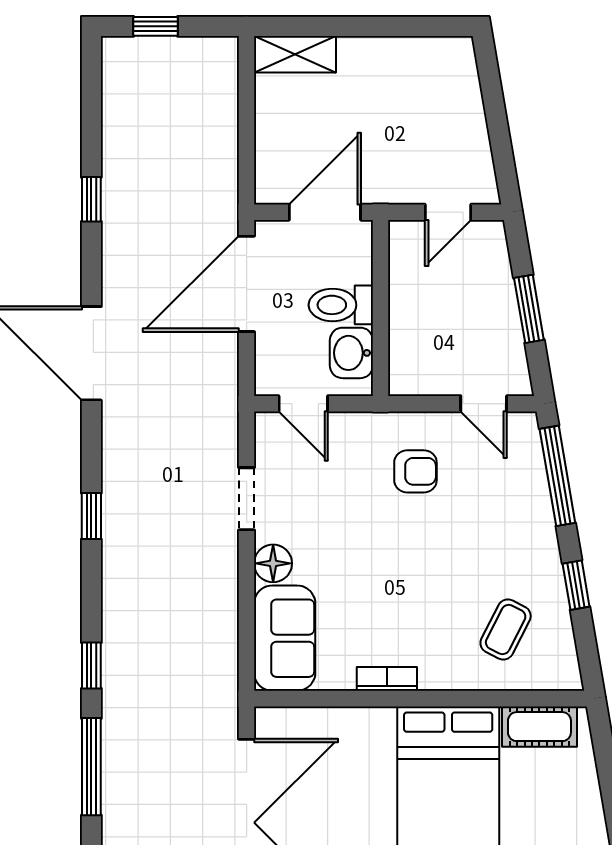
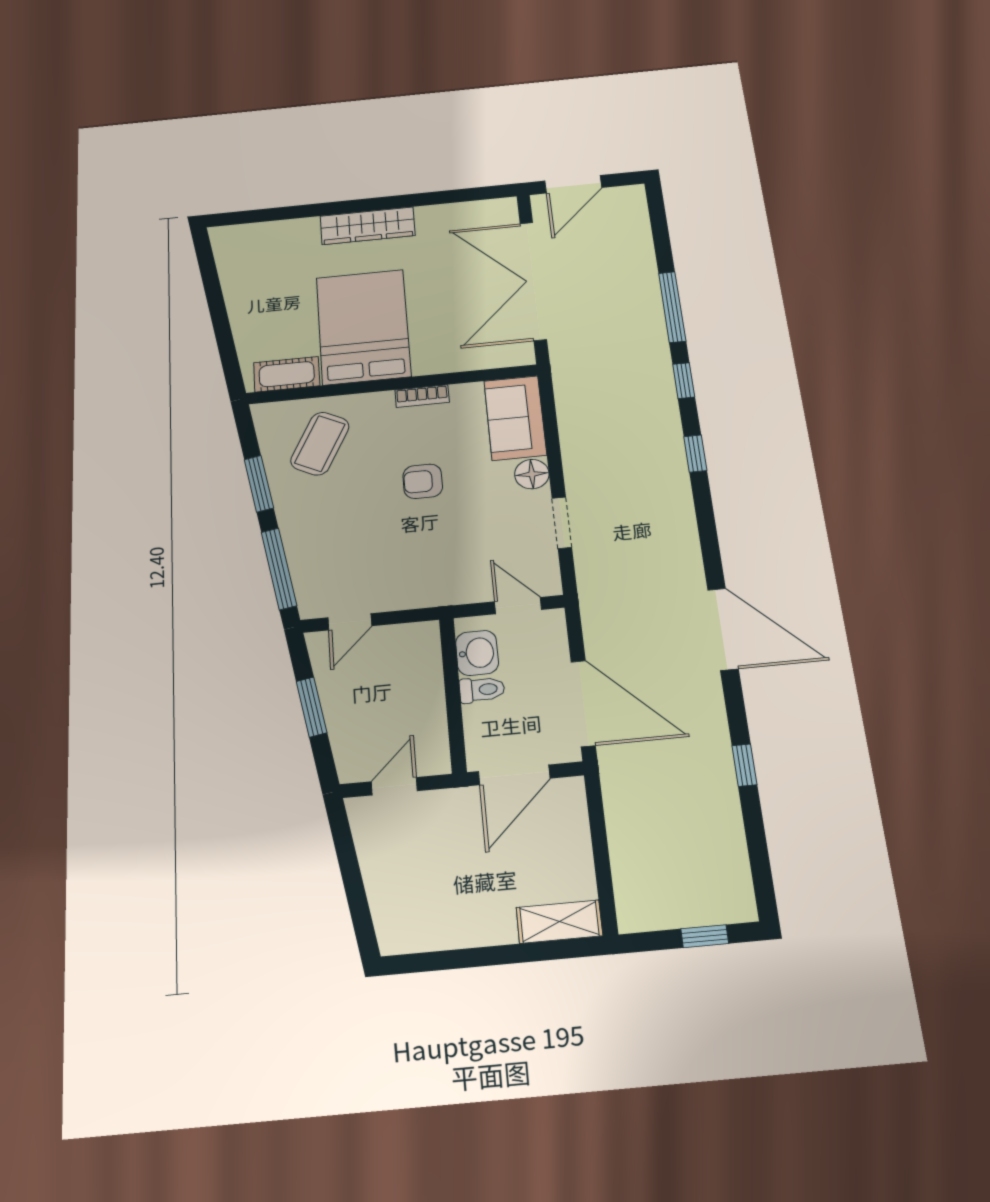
door: (247, 284) -> (583, 703), hinge flipped
toilet: (341, 305) -> (482, 690), width x0.73, depth x0.72
door: (484, 404) -> (350, 622), swing flipped
armchair: (415, 471) -> (423, 481), moved
window: (91, 516) -> (695, 454), moved
window: (576, 585) -> (259, 484), width x1.50
coffee table: (506, 630) -> (320, 444), width x1.36, depth x1.30

